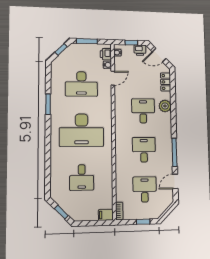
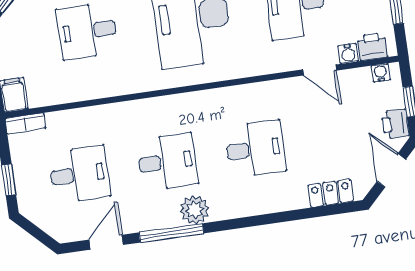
plant: (165, 106) -> (194, 210), moved
door: (175, 181) -> (106, 242), hinge flipped

